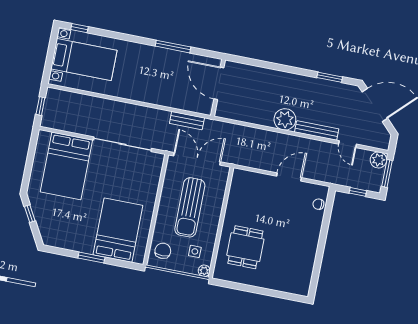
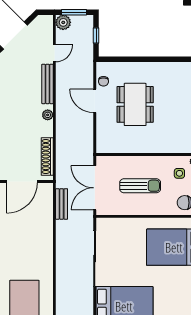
shoe rack: (240, 115) -> (47, 156), added
plant: (285, 119) -> (48, 115), width x0.53, depth x0.53
chair: (318, 204) -> (103, 81), moved
sun lounger: (190, 207) -> (140, 186), width x0.73, depth x0.75
dining table: (245, 247) -> (135, 104), moved, width x1.38

